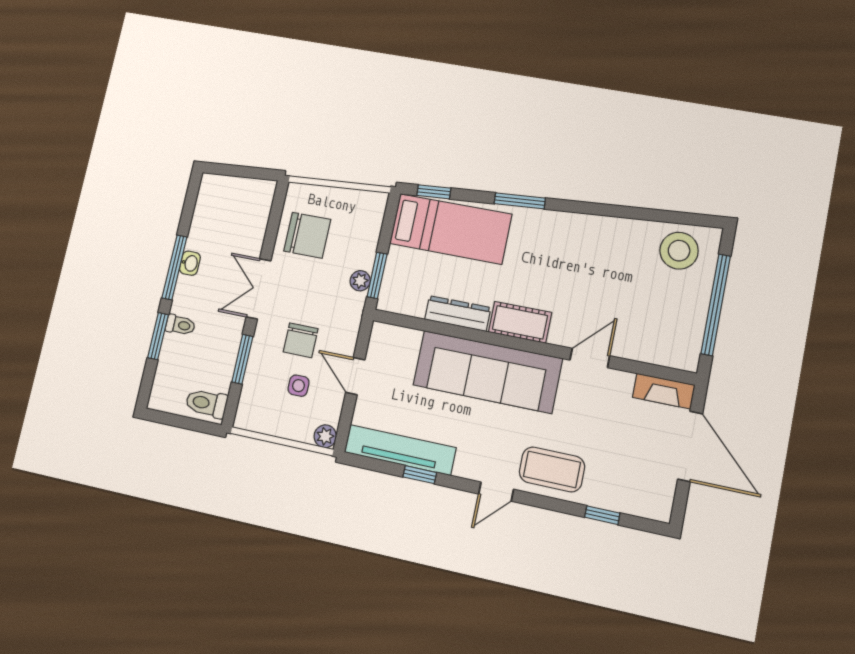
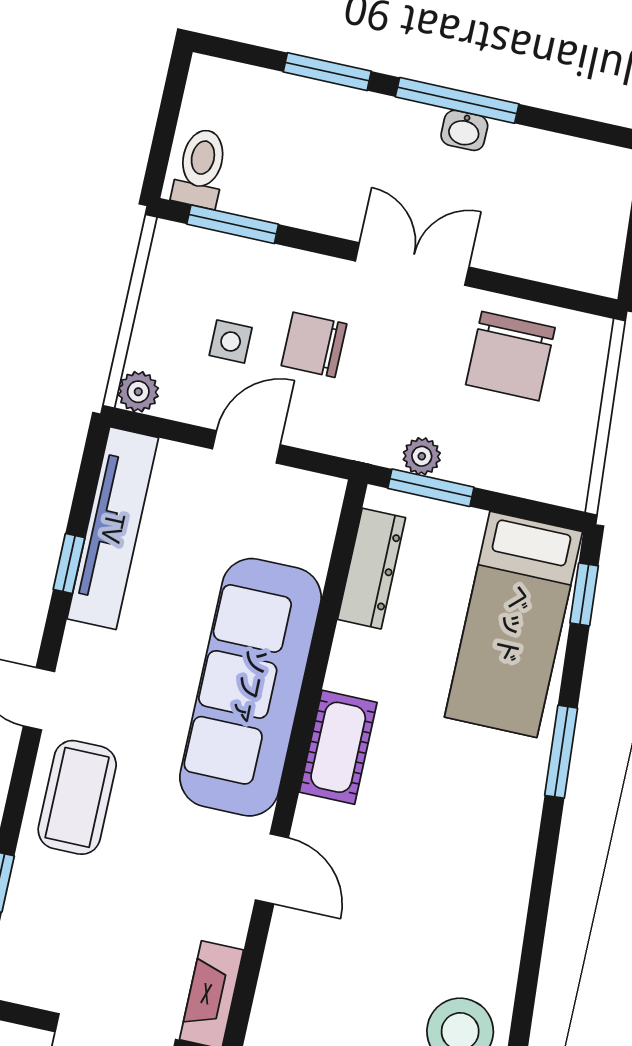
dresser: (458, 314) -> (372, 569), moved
toilet: (180, 325) -> (347, 114), removed
window: (242, 359) -> (233, 224), moved

